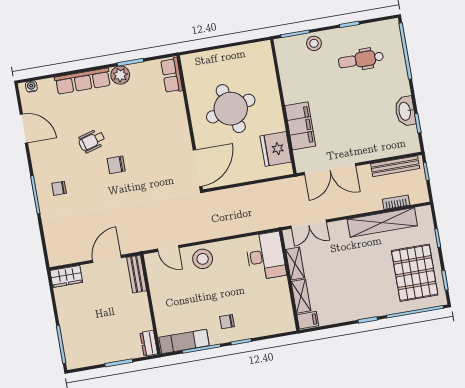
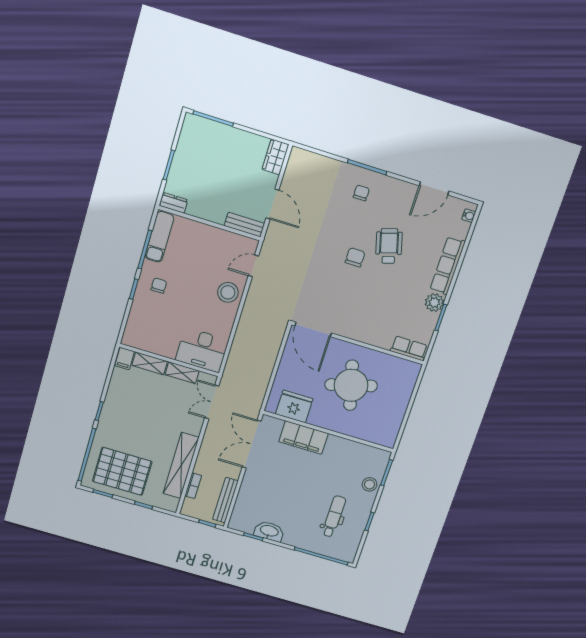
wheelchair: (92, 141) -> (389, 246), width x1.36, depth x1.37

